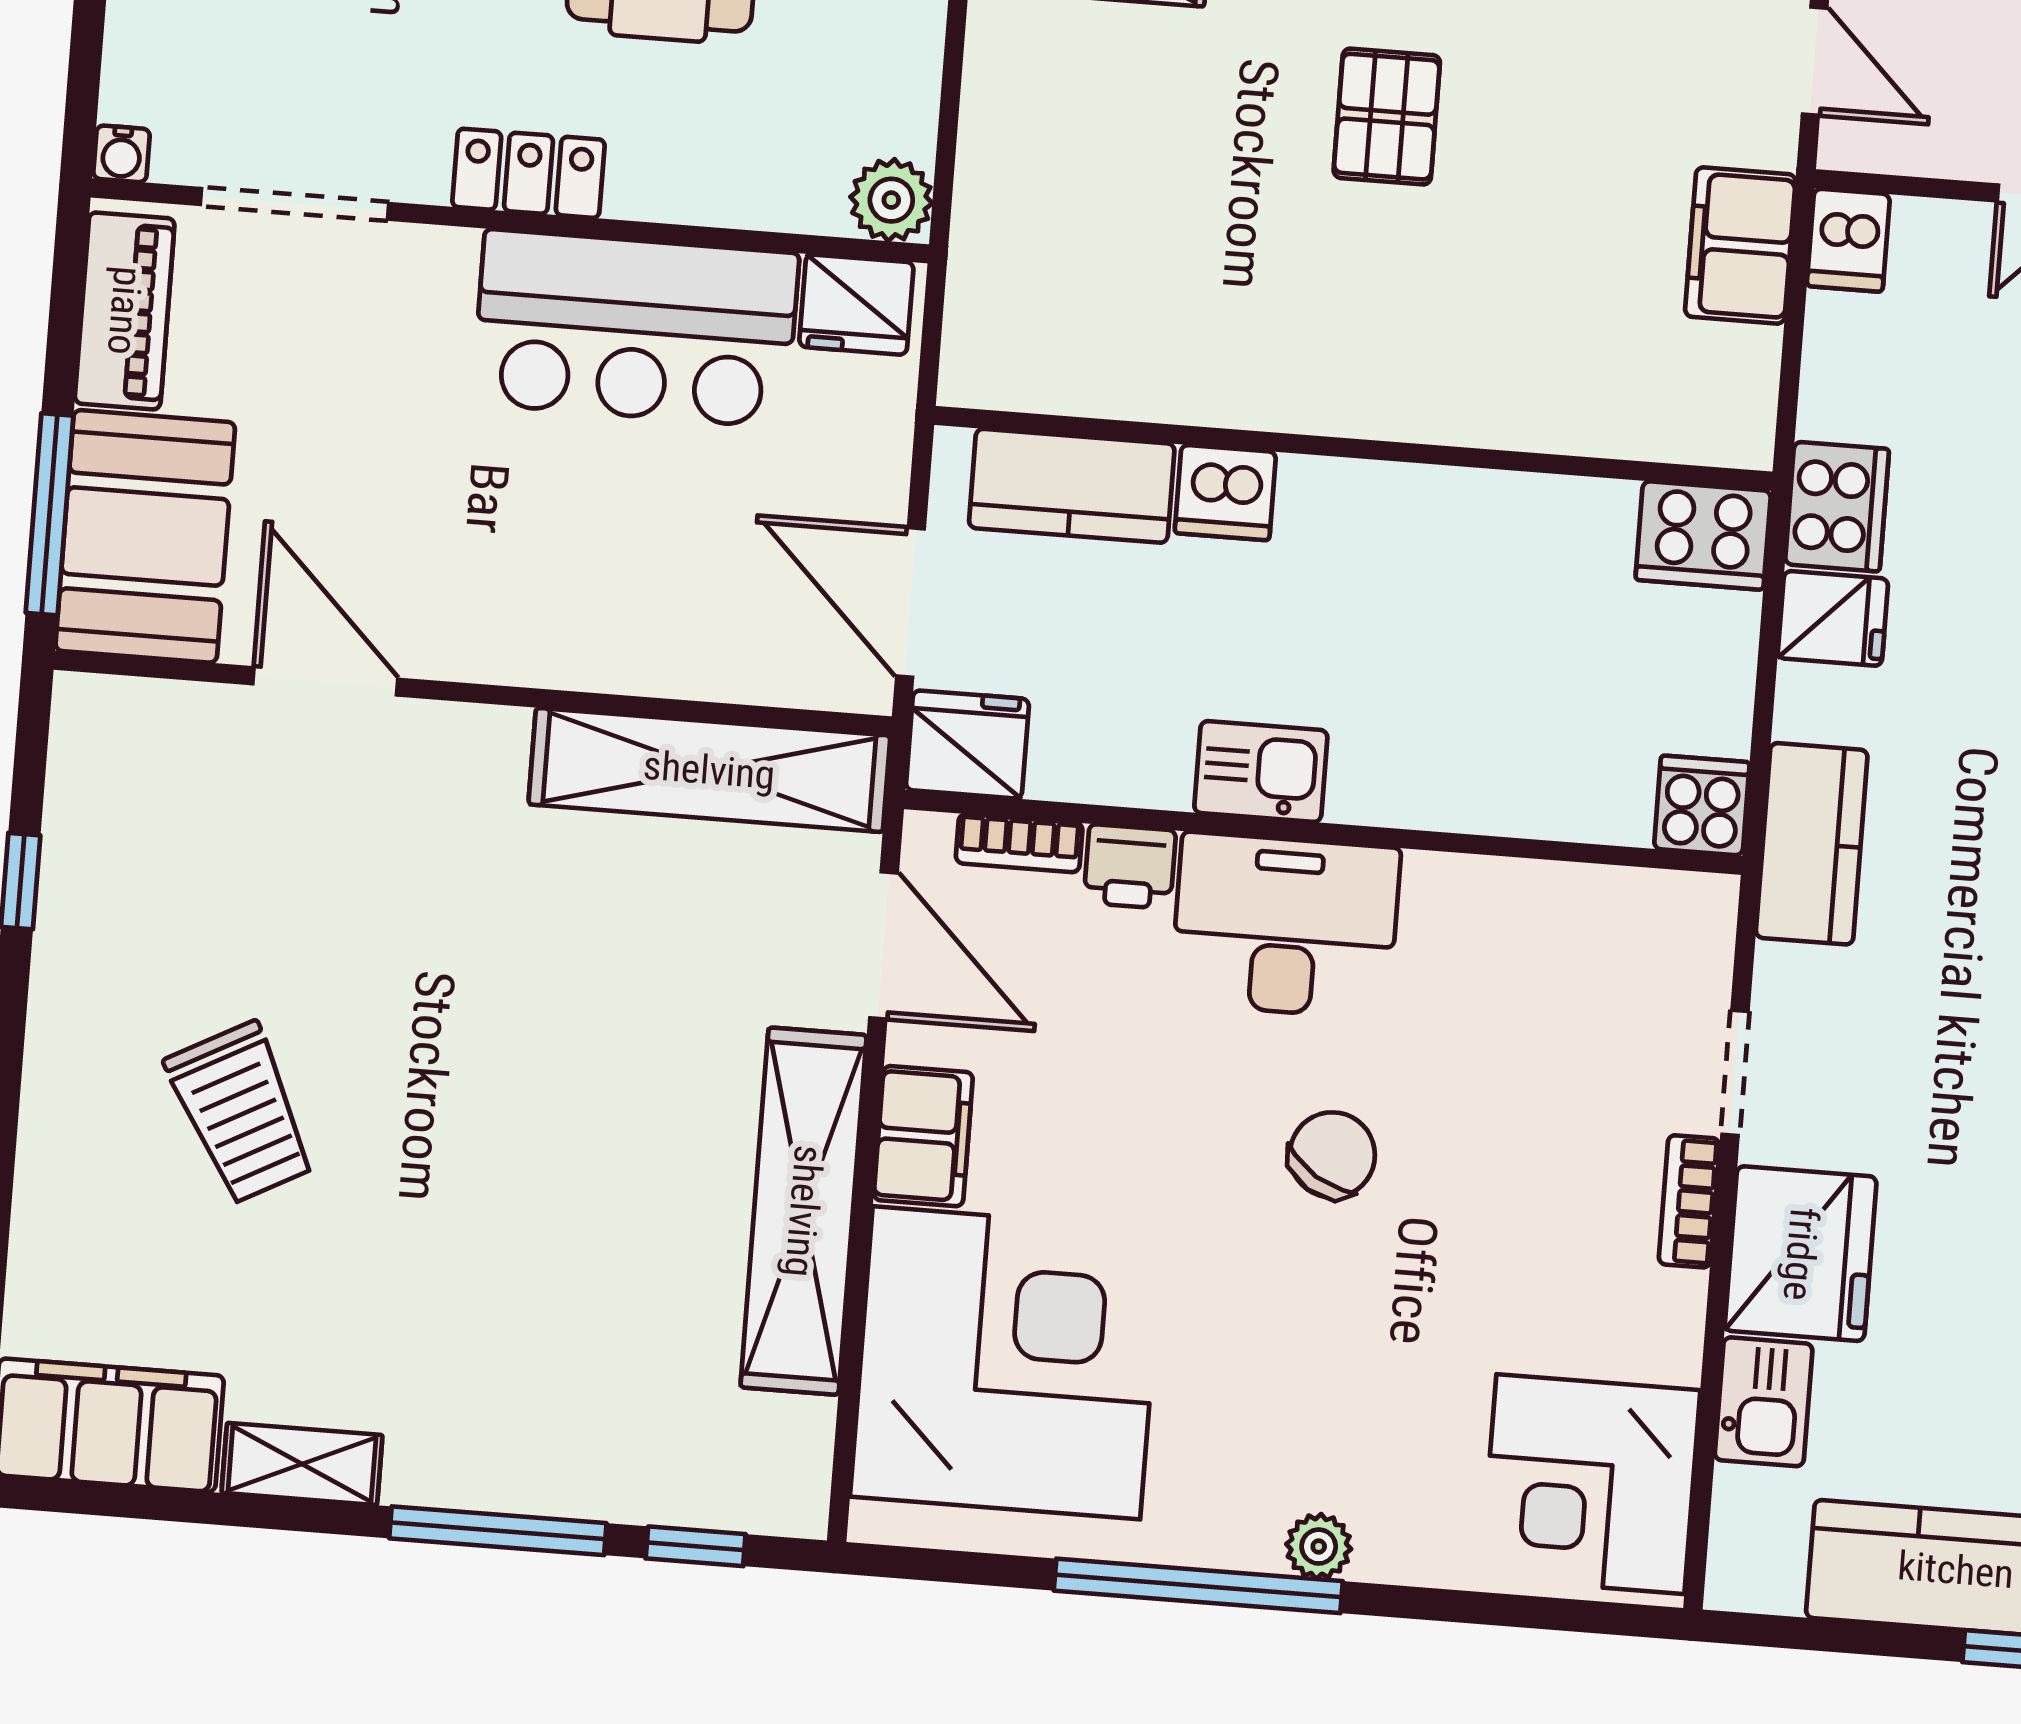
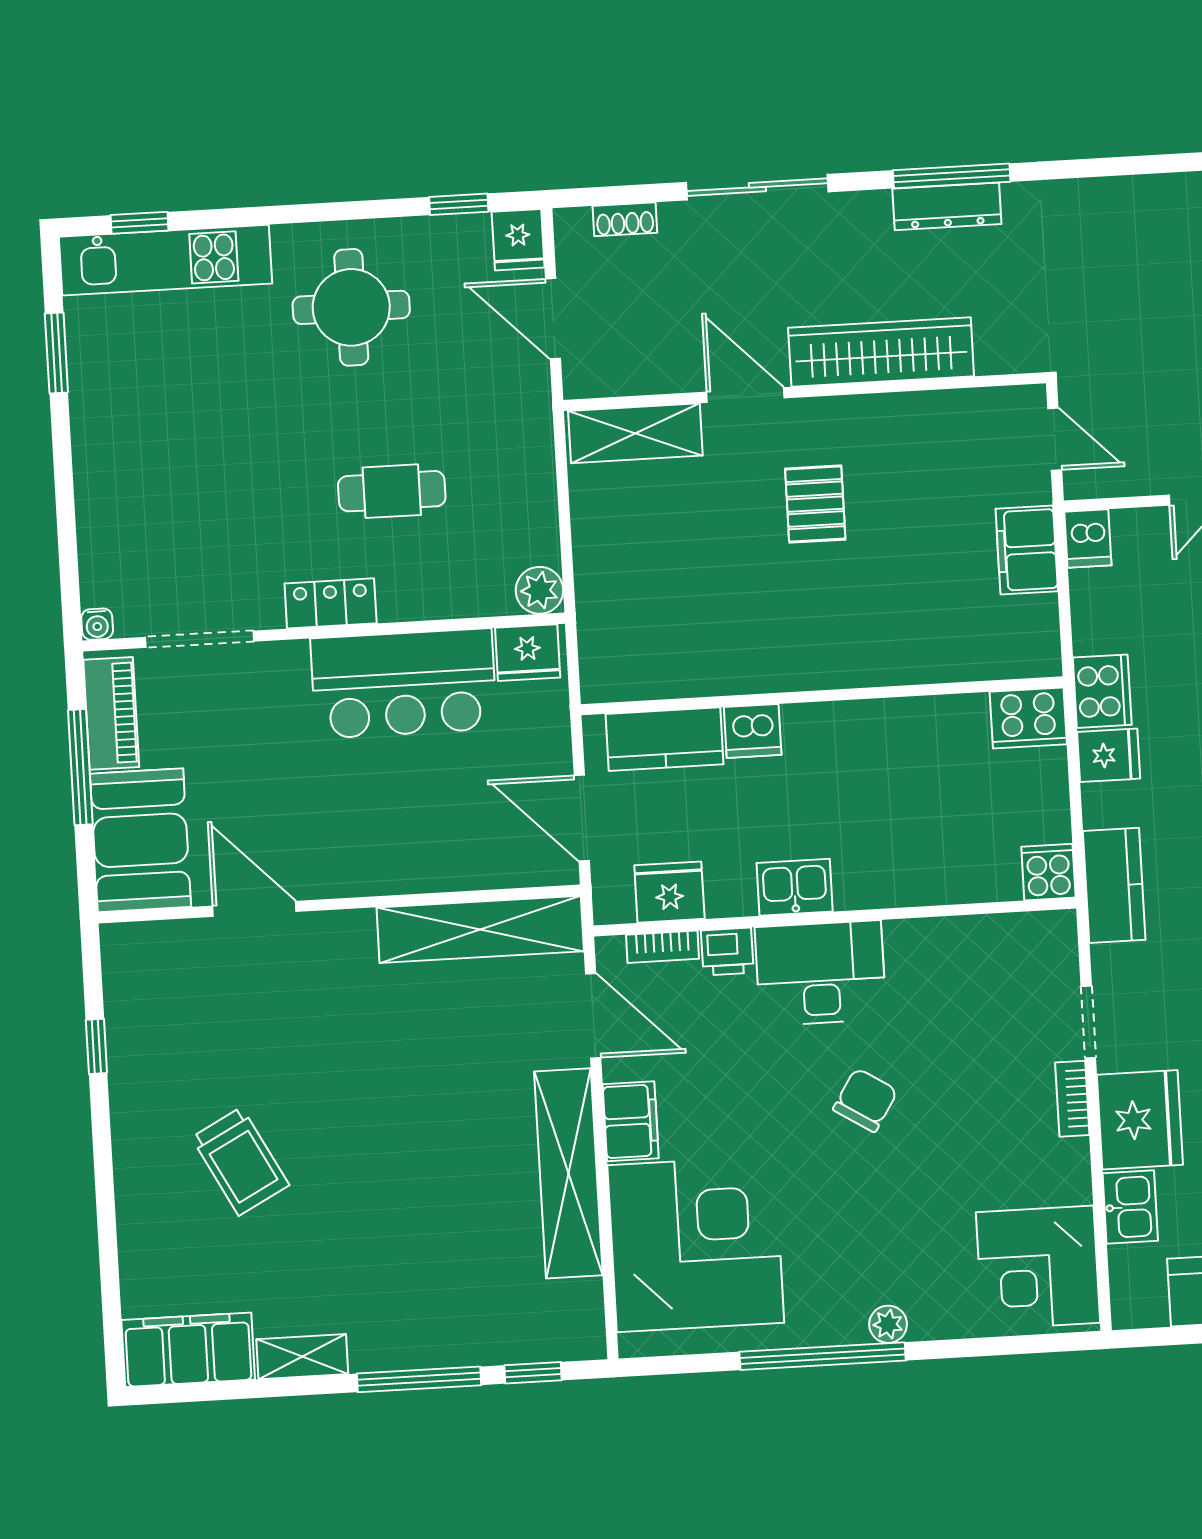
window: (50, 514) -> (80, 767), moved
fridge: (967, 744) -> (669, 892), moved

